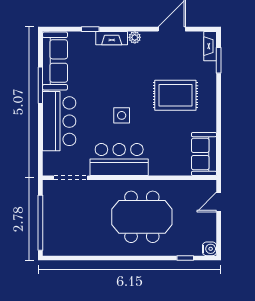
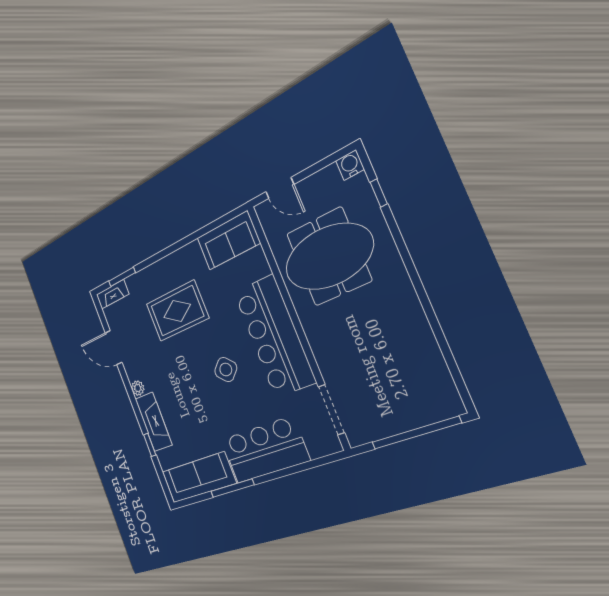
fireplace: (112, 38) -> (154, 422), width x1.37, depth x1.32
rug: (175, 95) -> (177, 311), turned 90
side table: (122, 115) -> (226, 370), turned 45
bar counter: (119, 159) -> (274, 336), width x1.36
meeting table: (142, 217) -> (328, 257), moved, turned 90

